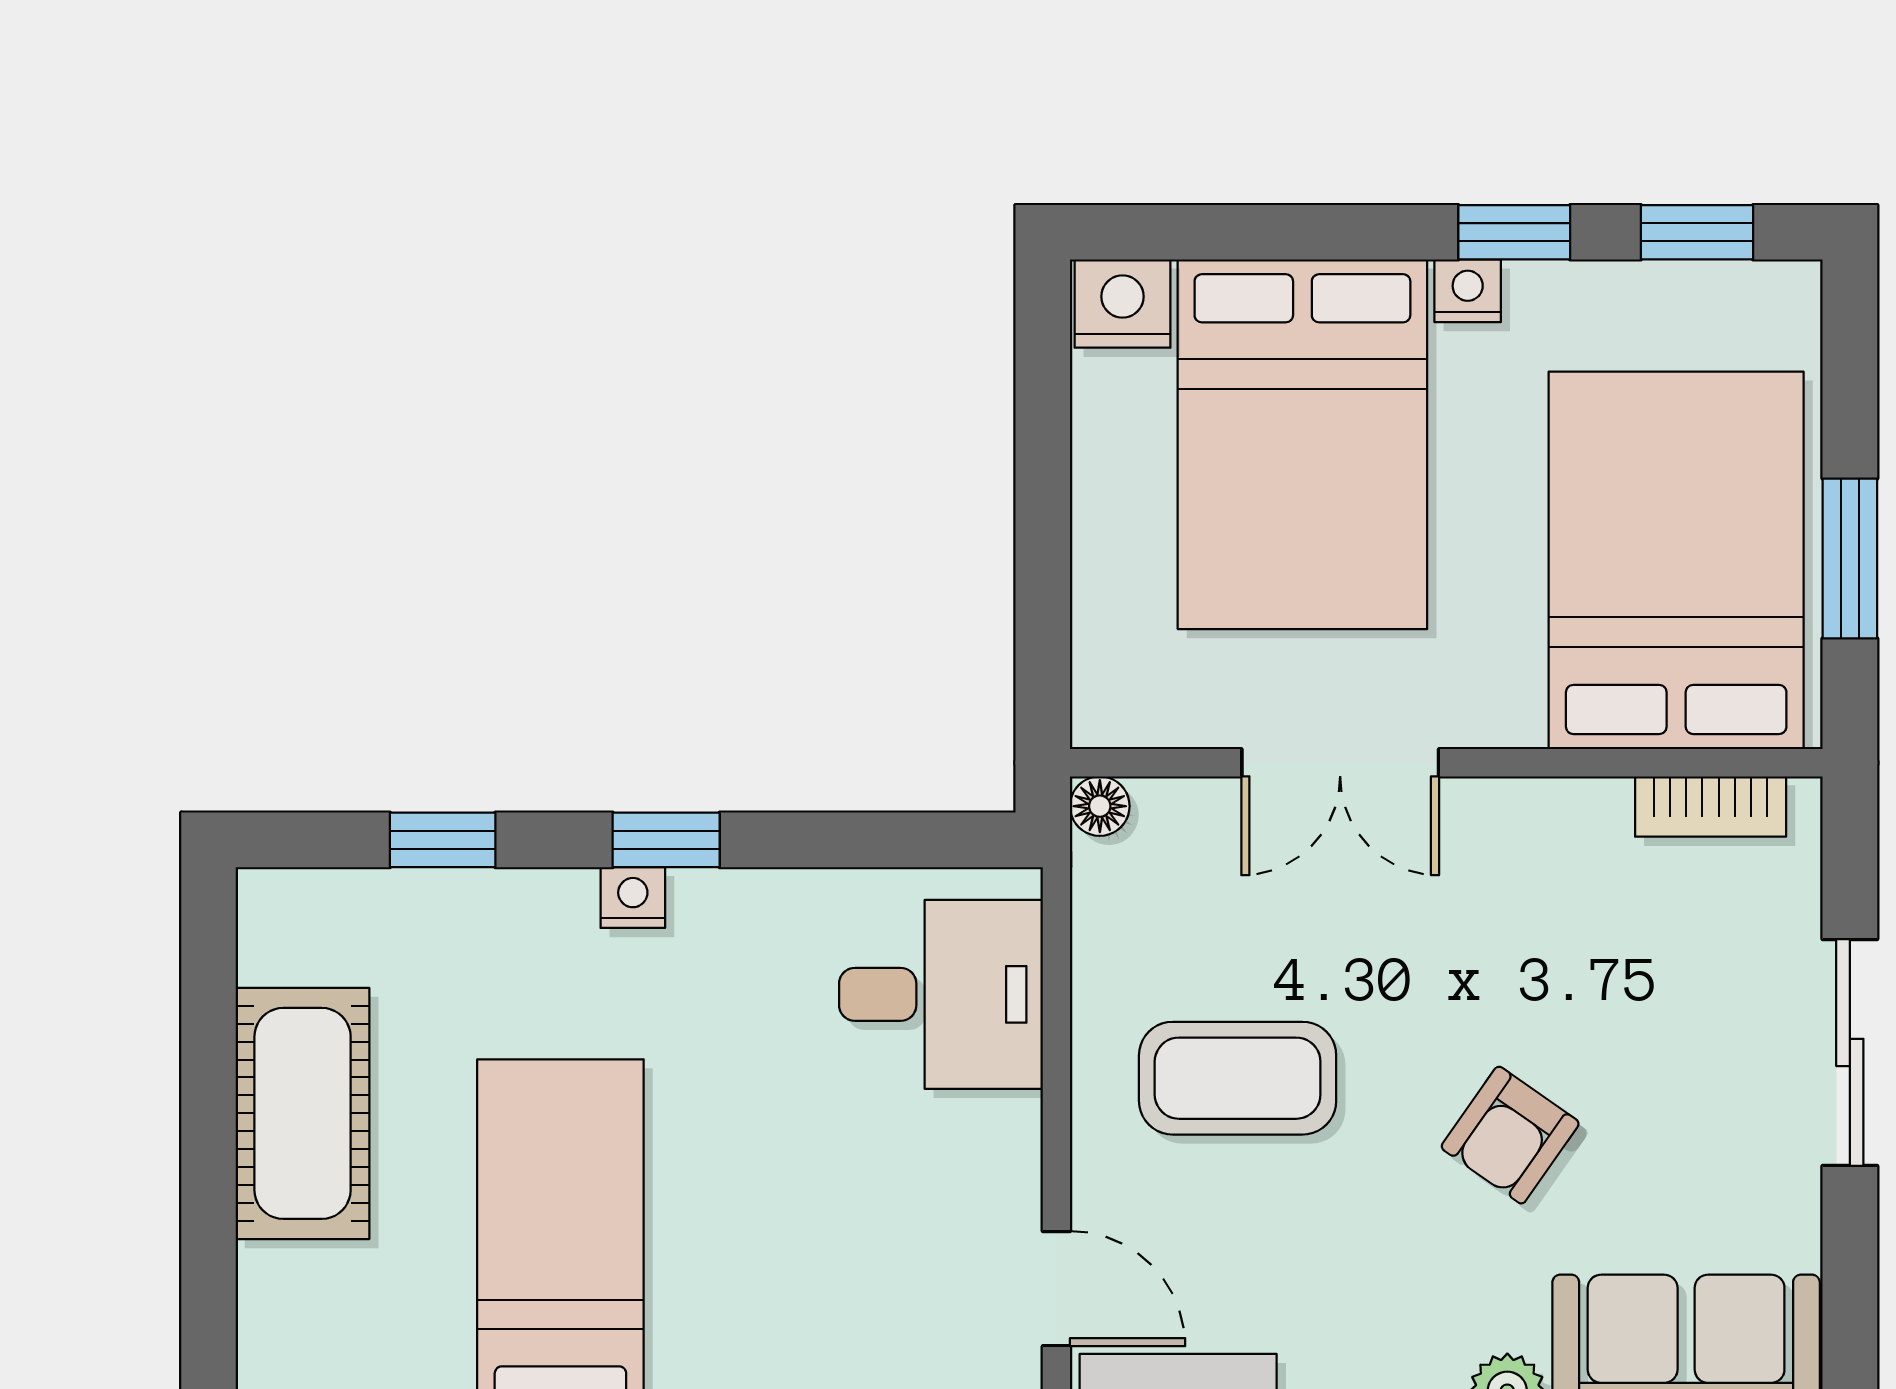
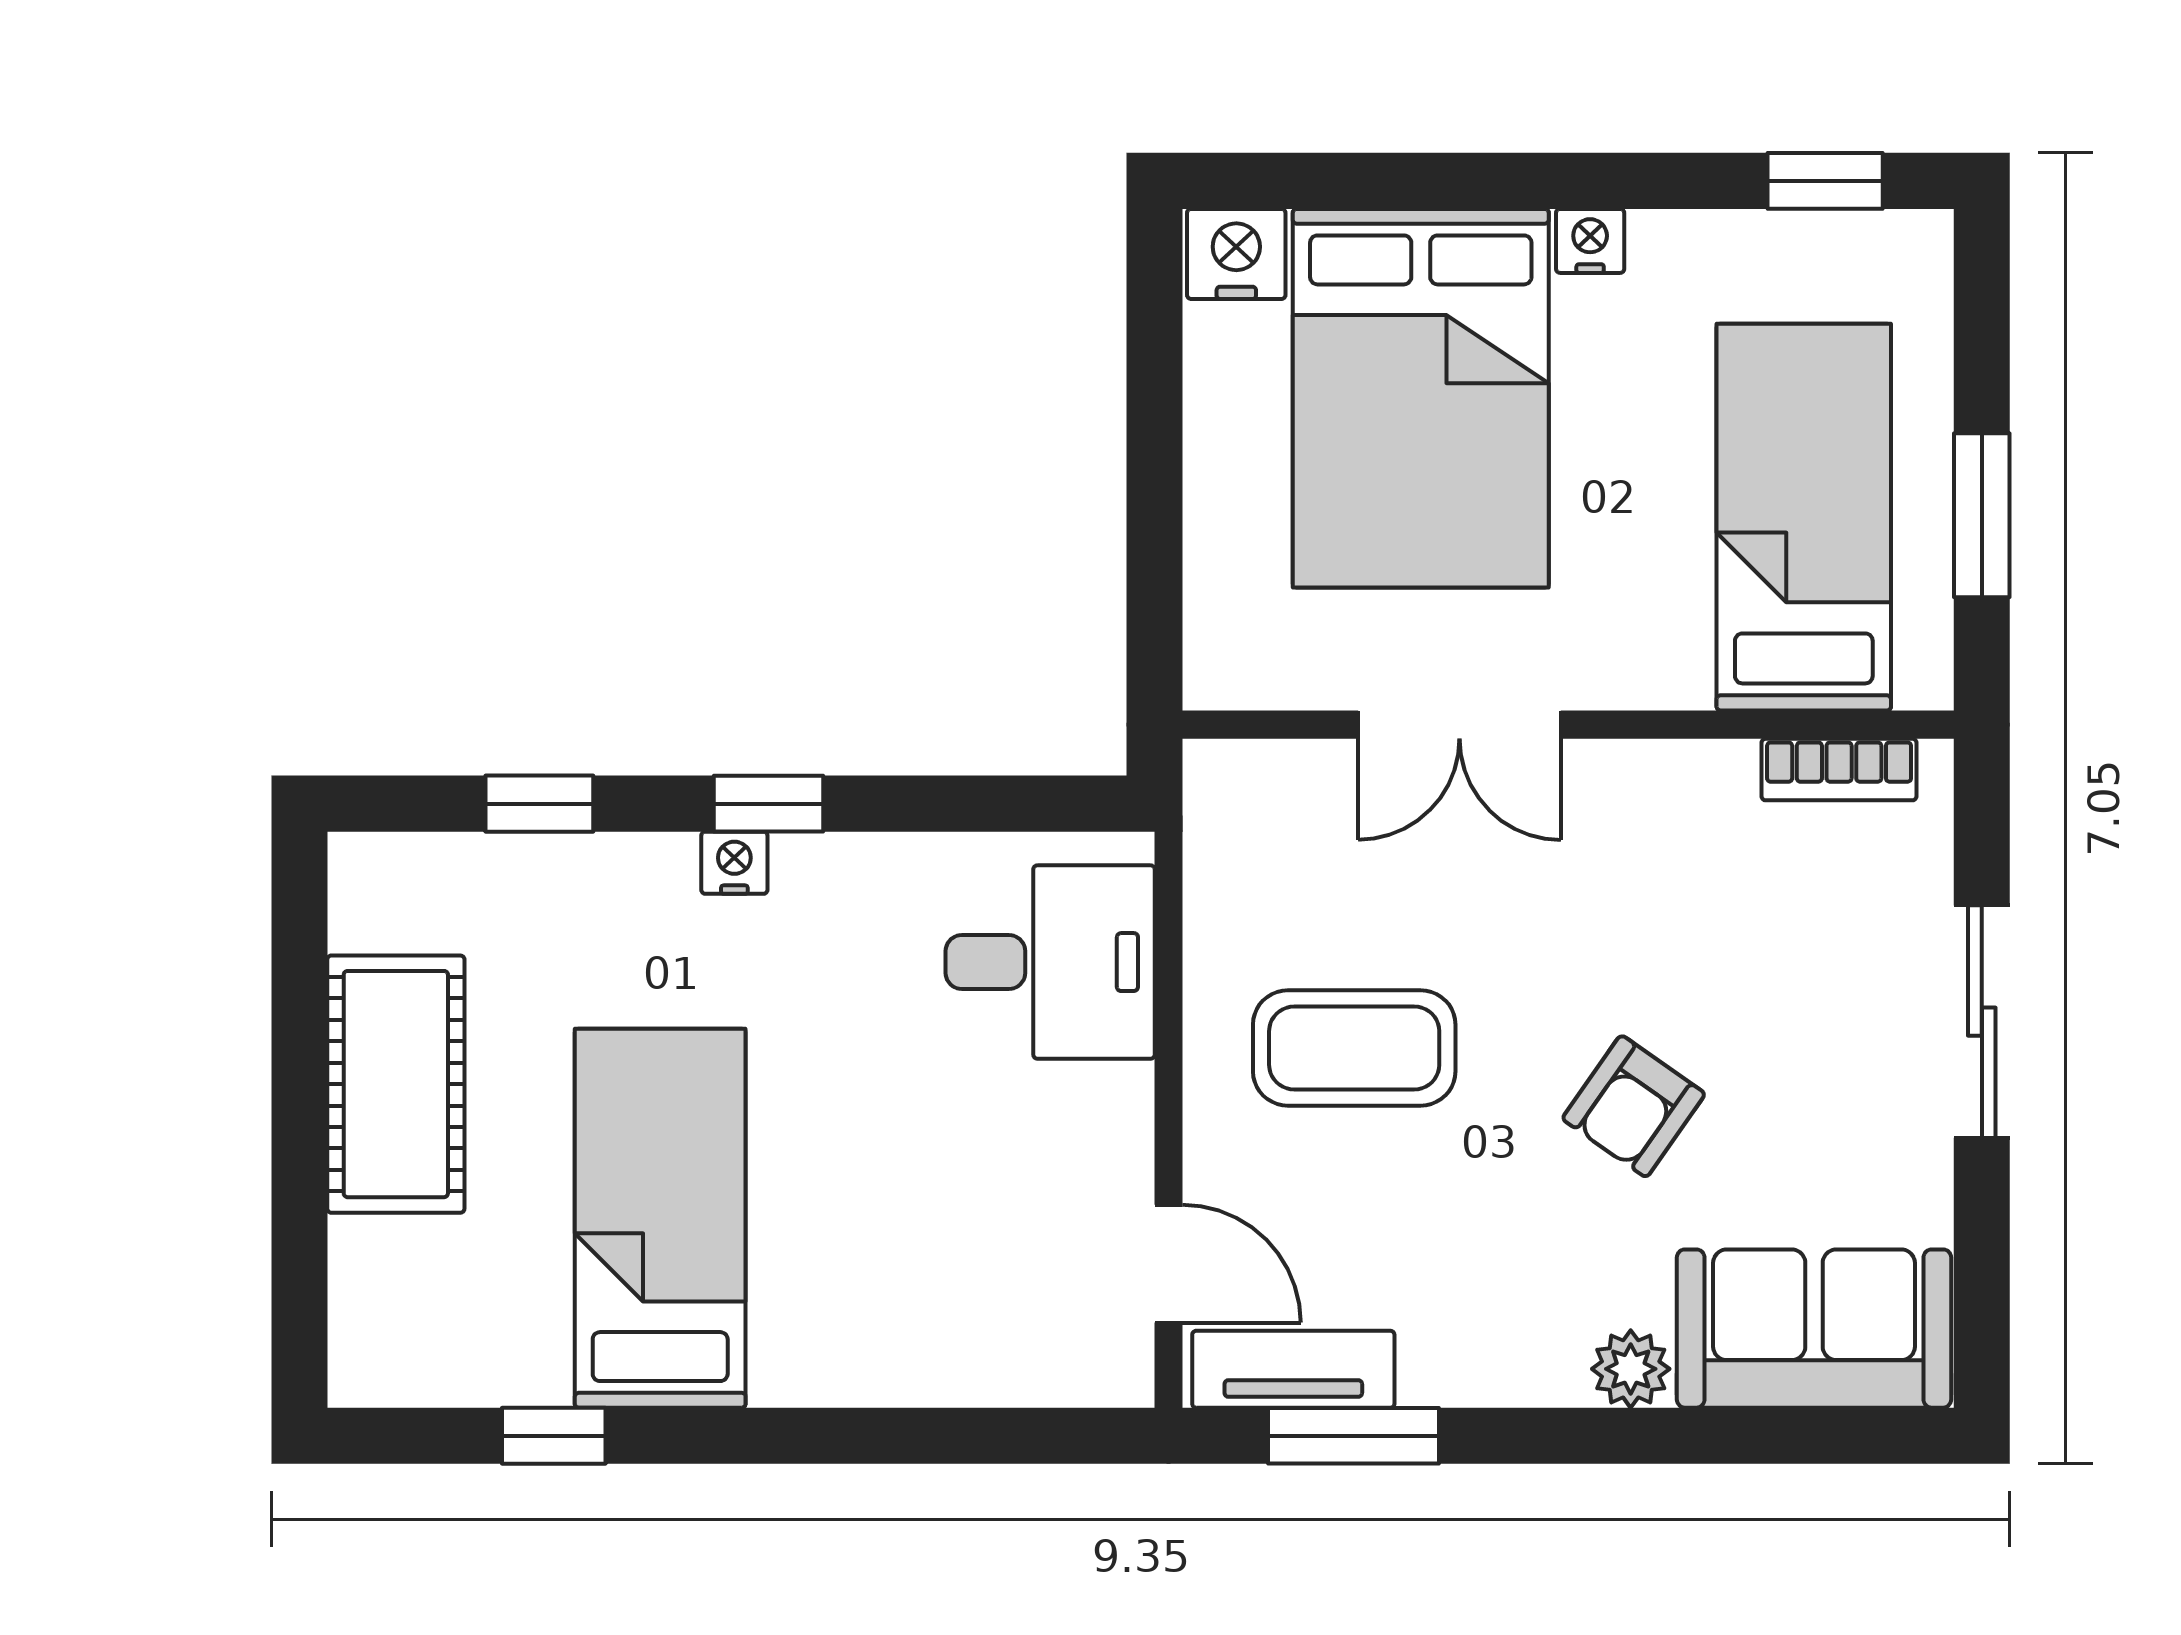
window: (1514, 232) -> (1638, 181), removed
bed: (1676, 560) -> (1804, 517), width x0.67
floor lamp: (1100, 806) -> (1213, 769), removed

